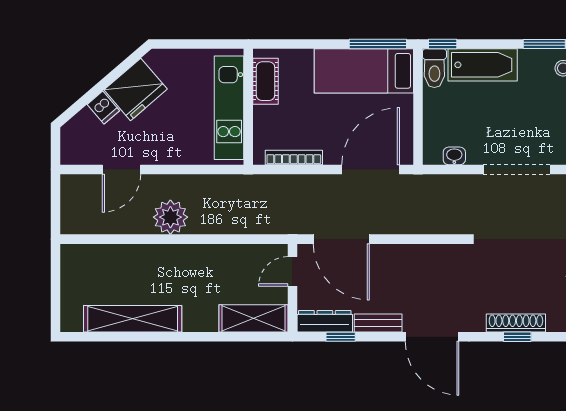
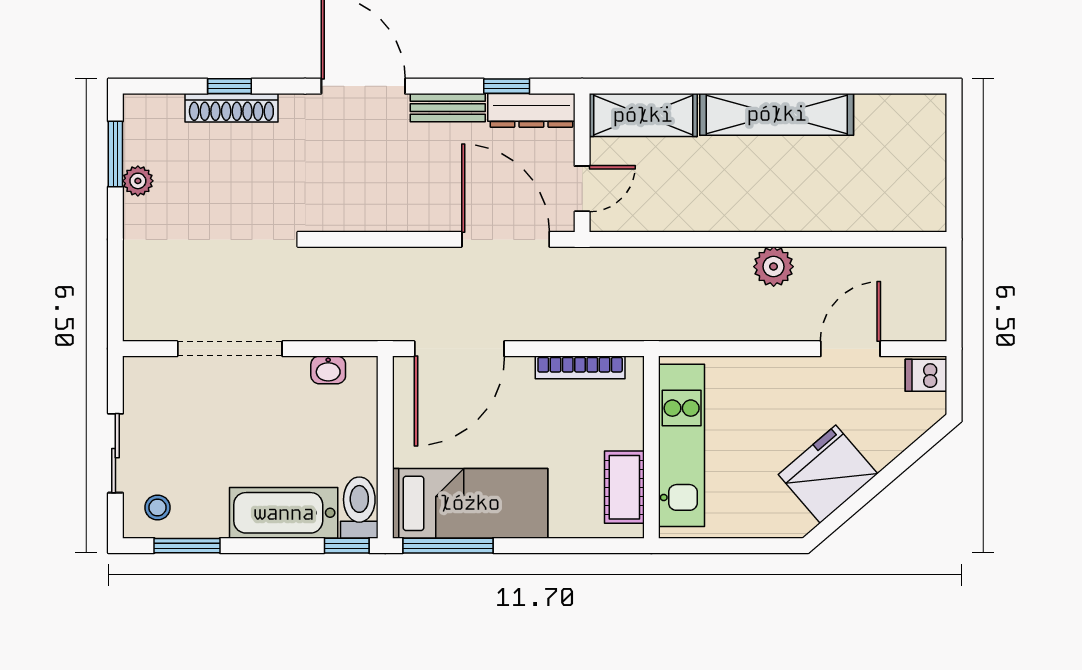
dishwasher: (103, 108) -> (926, 375), moved, turned -49
plant: (170, 217) -> (774, 267), width x0.73, depth x0.73
shelving: (133, 319) -> (777, 114), moved

